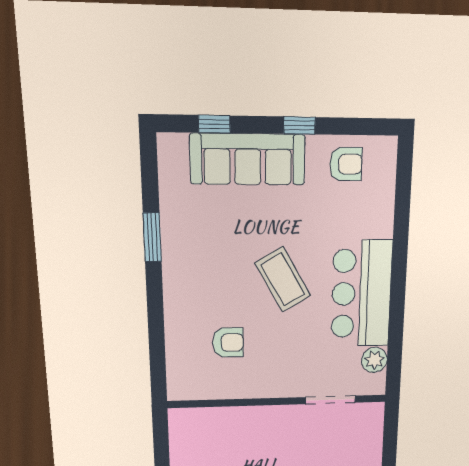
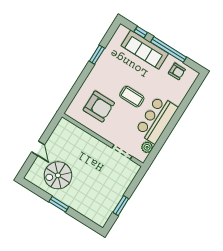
window: (299, 126) -> (169, 50), width x3.17
coffee table: (283, 279) -> (132, 97), turned -60
armchair: (228, 342) -> (99, 107), width x1.88, depth x1.88

